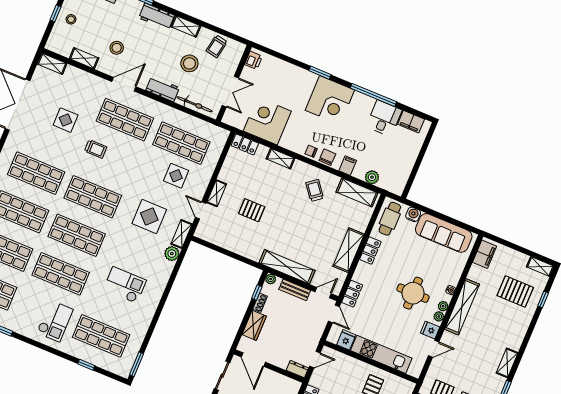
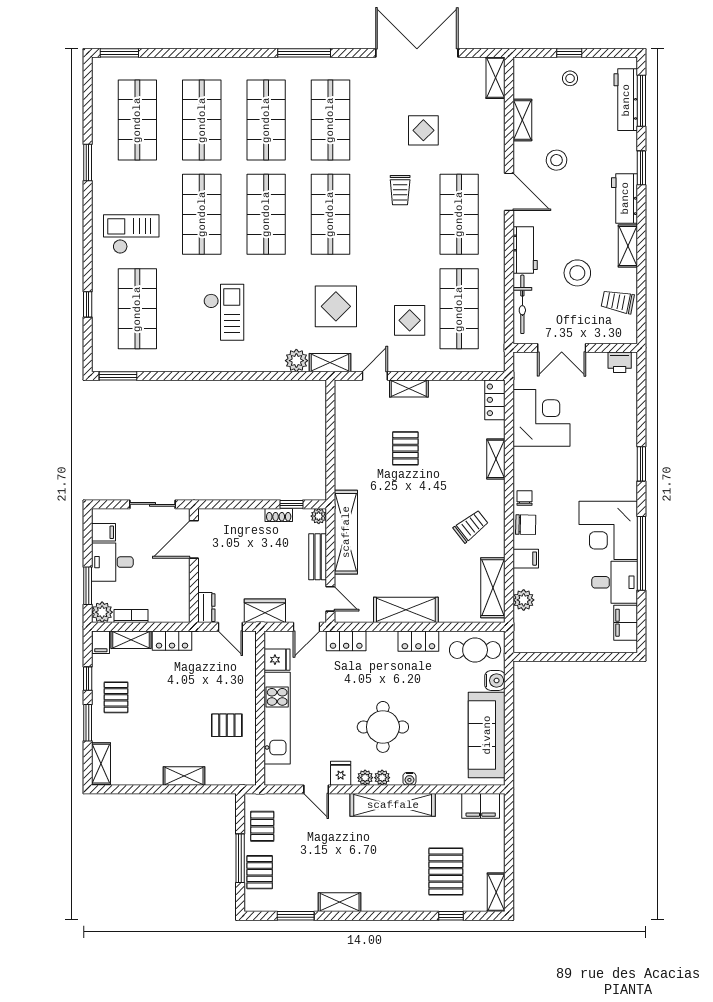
corner desk: (330, 100) -> (608, 530), moved
checkout: (55, 321) -> (131, 234), turned 180
wardrobe: (254, 325) -> (265, 611), moved, turned 180

